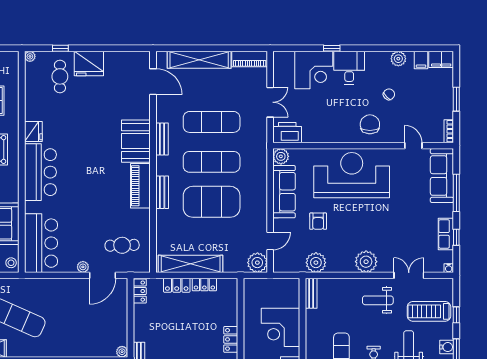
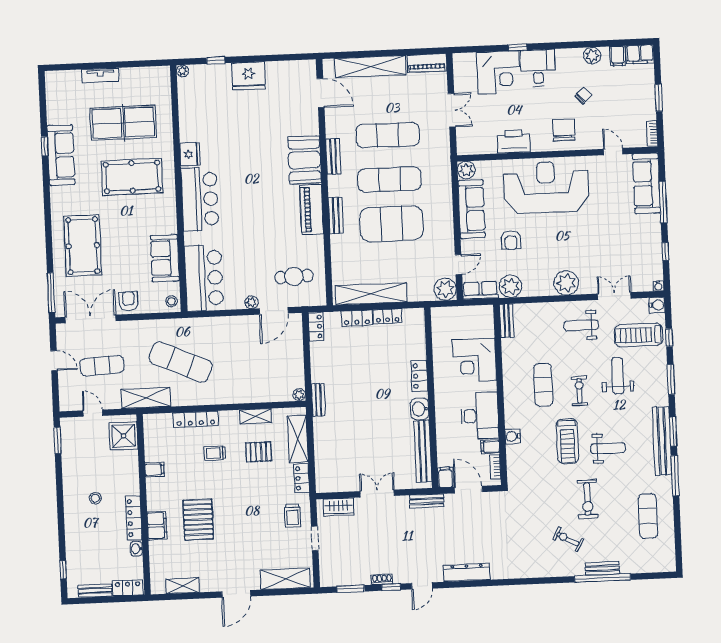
cafe table: (60, 76) -> (217, 92), removed
printer: (287, 133) -> (514, 141), moved
row of seats: (446, 234) -> (480, 290), moved, turned 90
water cooler: (447, 347) -> (657, 305), moved

